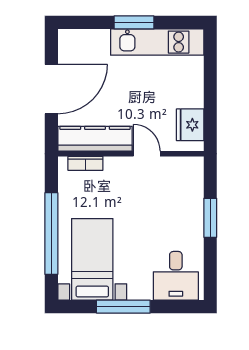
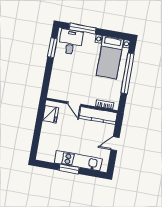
kitchen unit: (157, 42) -> (78, 161), moved
door: (51, 89) -> (115, 144), width x0.53
window: (210, 218) -> (52, 48), moved
window: (123, 307) -> (82, 29), moved

